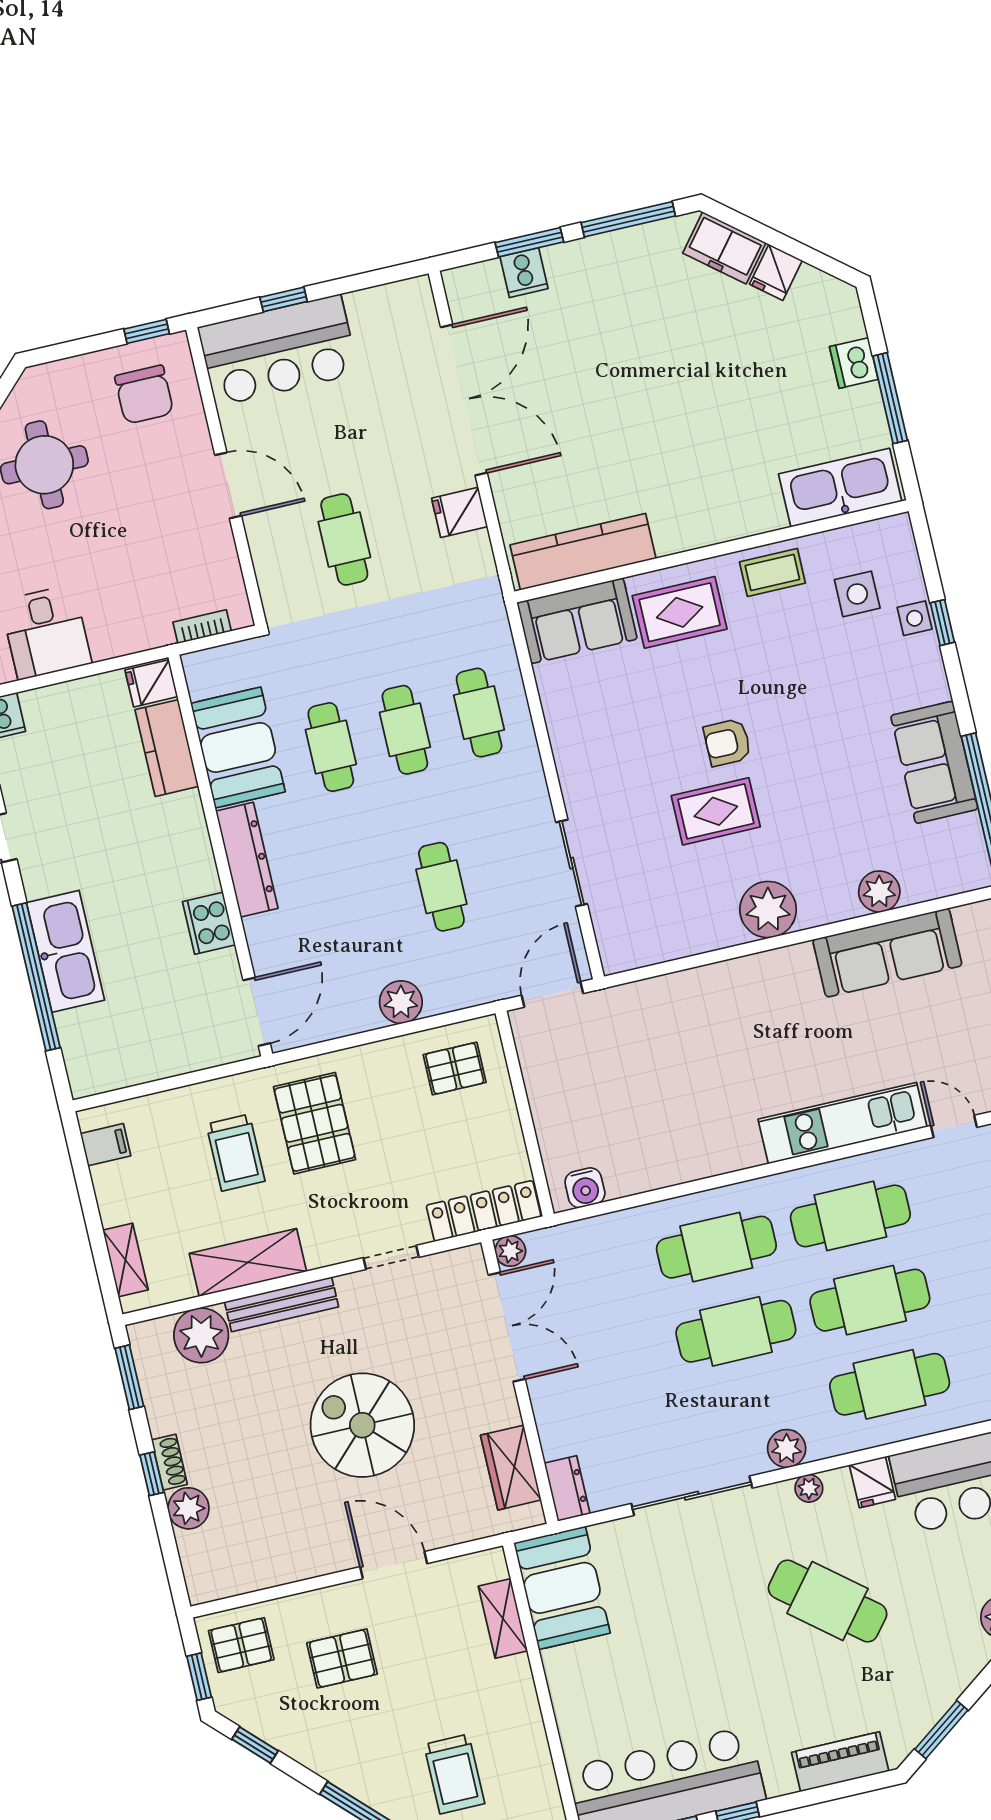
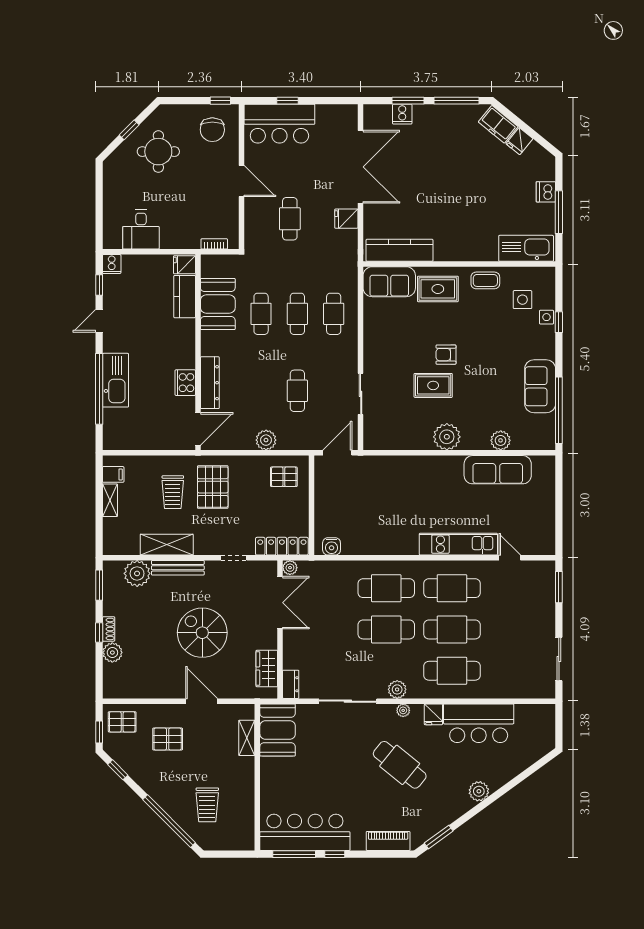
dresser: (247, 860) -> (210, 383), moved
shelving: (125, 1260) -> (110, 500), moved

